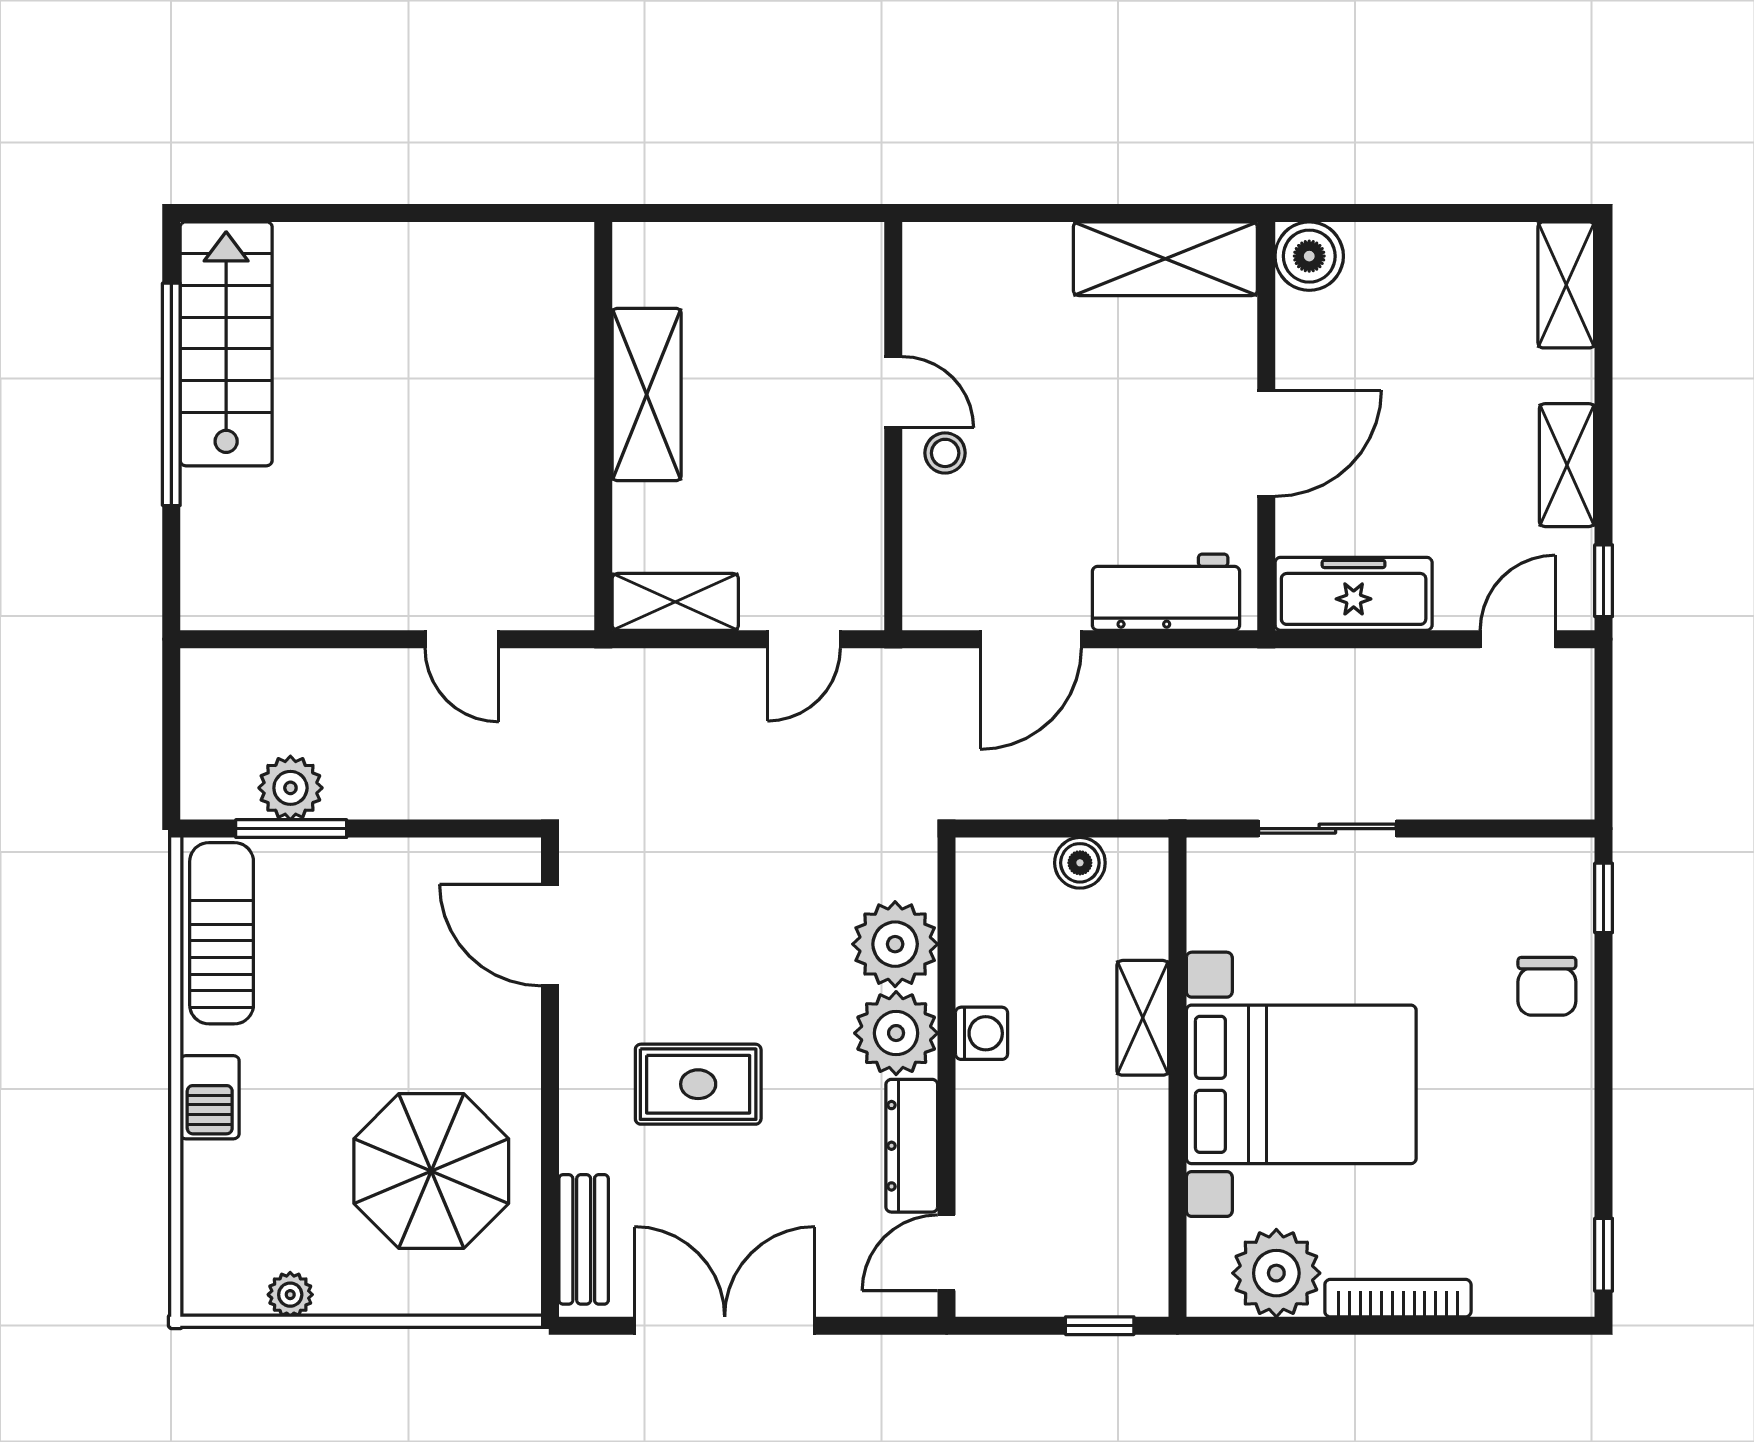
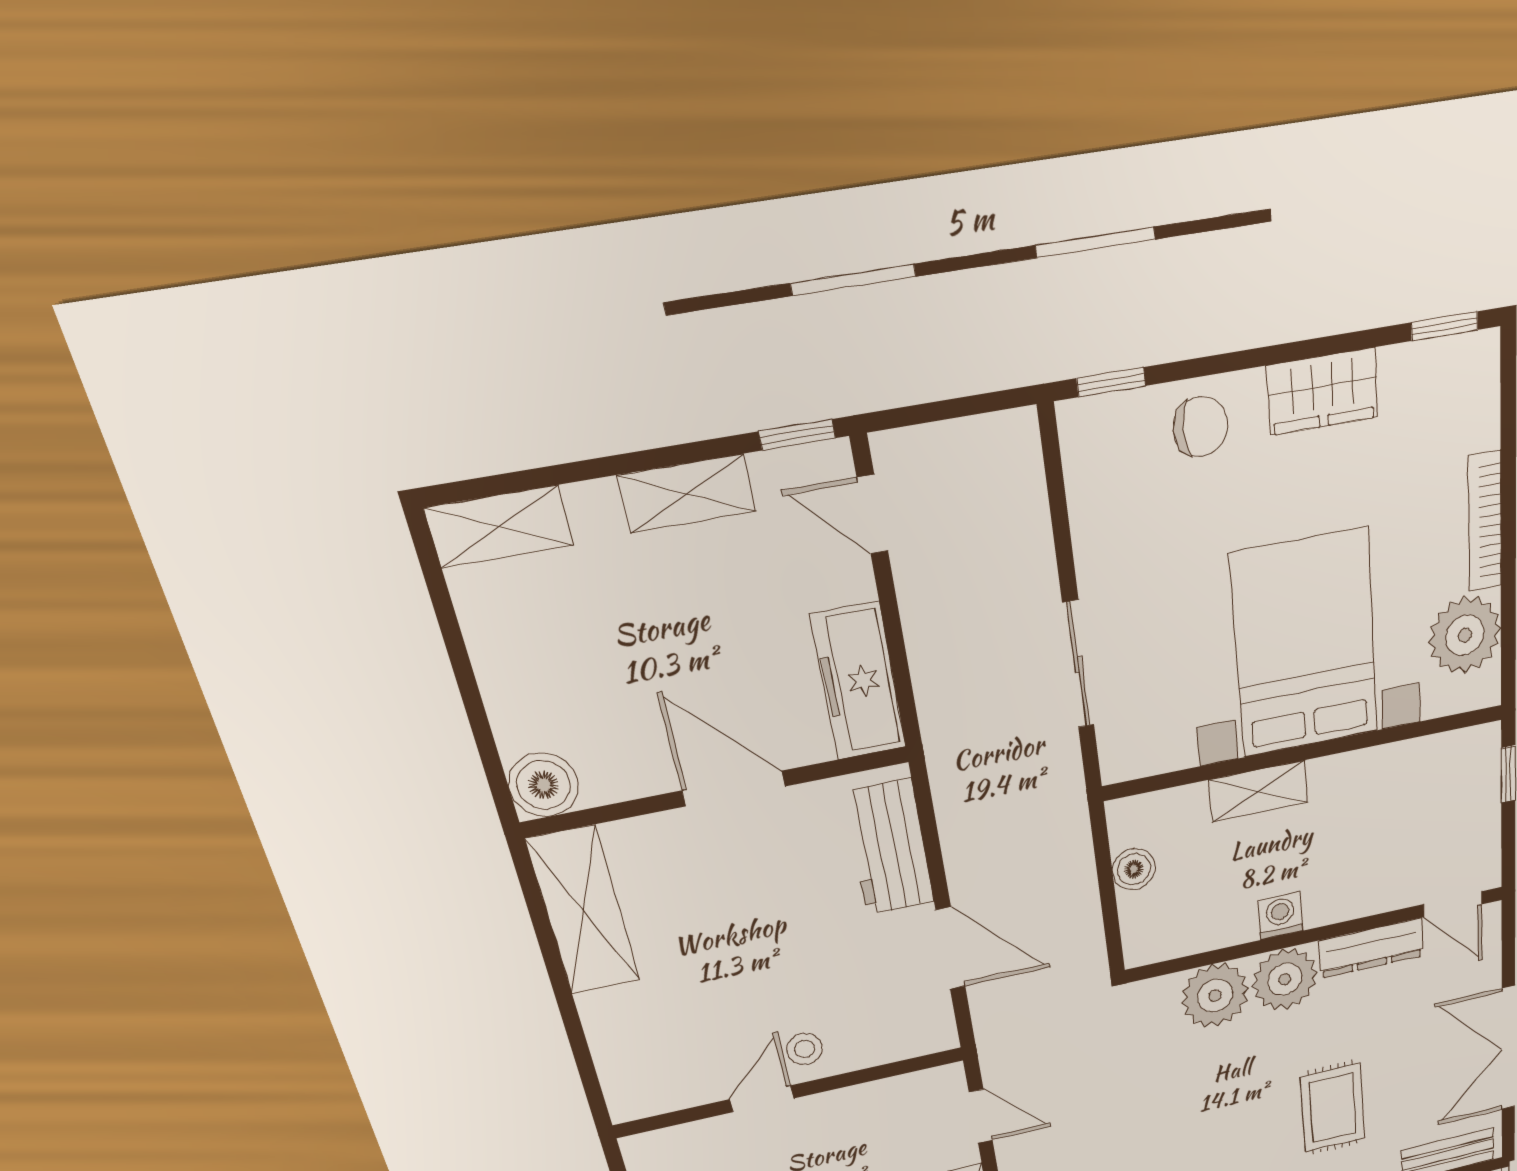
wardrobe: (1560, 1119) -> (1323, 392), added

